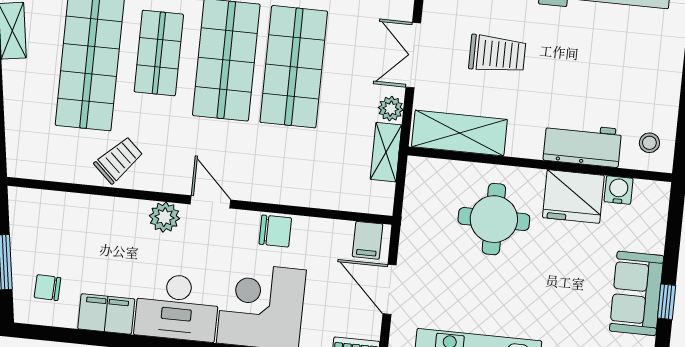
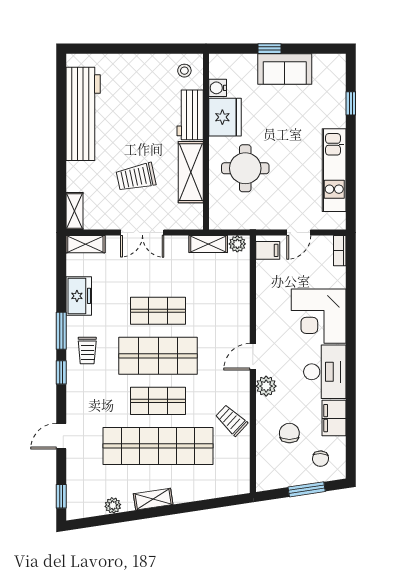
trolley: (497, 54) -> (136, 177), turned -102
shop shelf: (294, 67) -> (158, 311), width x0.70, depth x0.74
plant: (391, 109) -> (237, 244), moved
shelving: (459, 133) -> (191, 172), moved
chair: (275, 231) -> (289, 433), moved
door: (389, 289) -> (299, 233), width x0.73
window: (667, 302) -> (269, 49), moved

